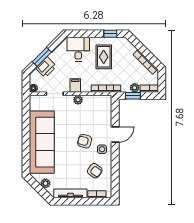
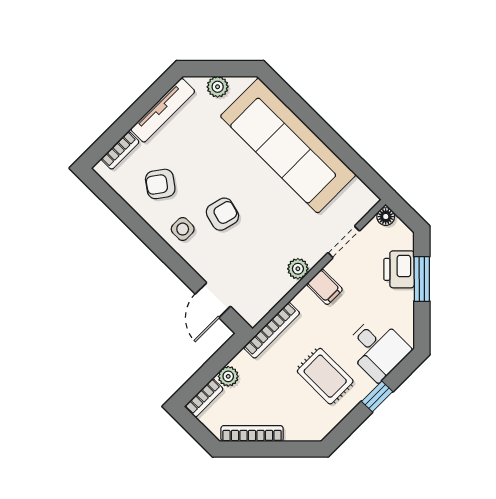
window: (110, 34) -> (377, 396), moved
window: (133, 96) -> (219, 361), removed
door: (115, 134) -> (213, 300), moved

